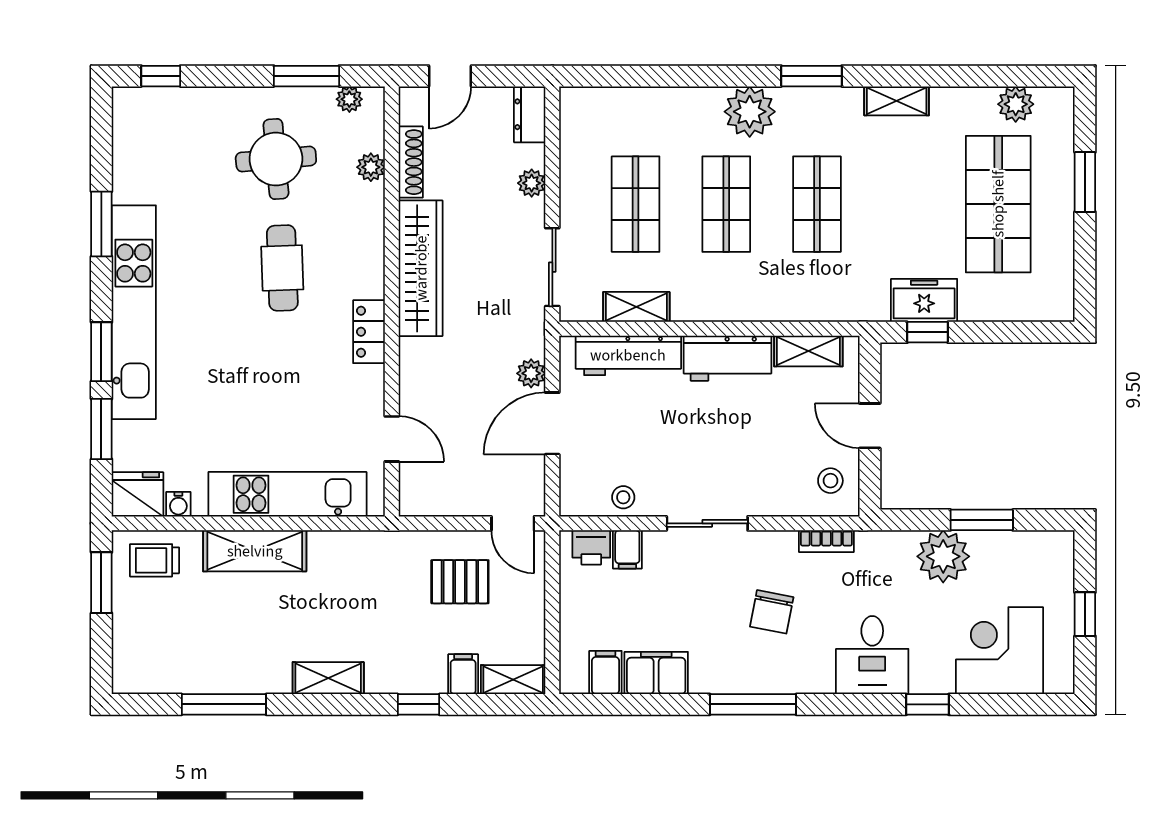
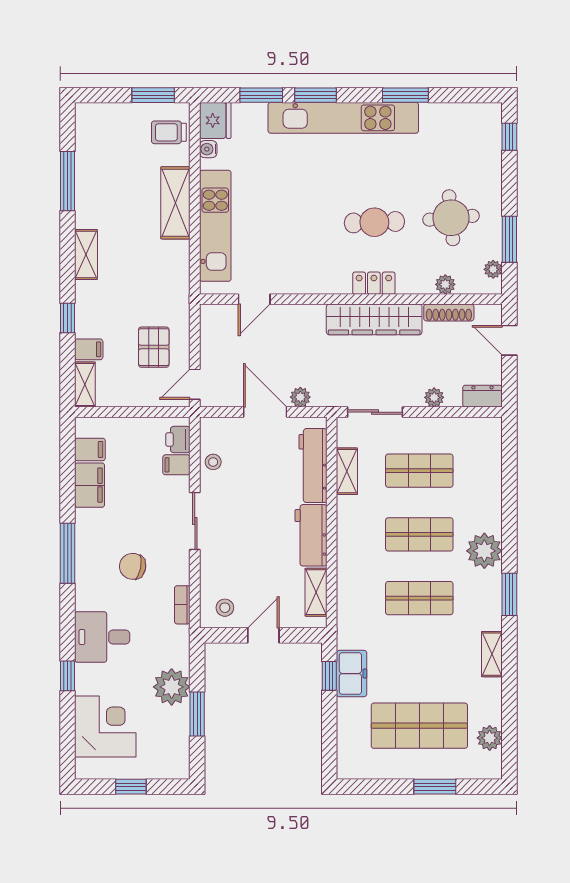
locker: (369, 332) -> (374, 283), moved
trolley: (154, 560) -> (169, 132), turned -90

